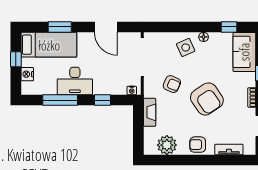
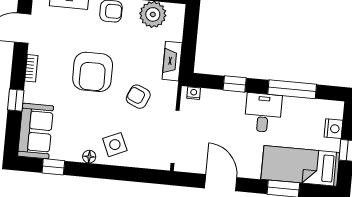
desk: (75, 81) -> (263, 113), width x0.73
armchair: (207, 99) -> (93, 72), turned -146

